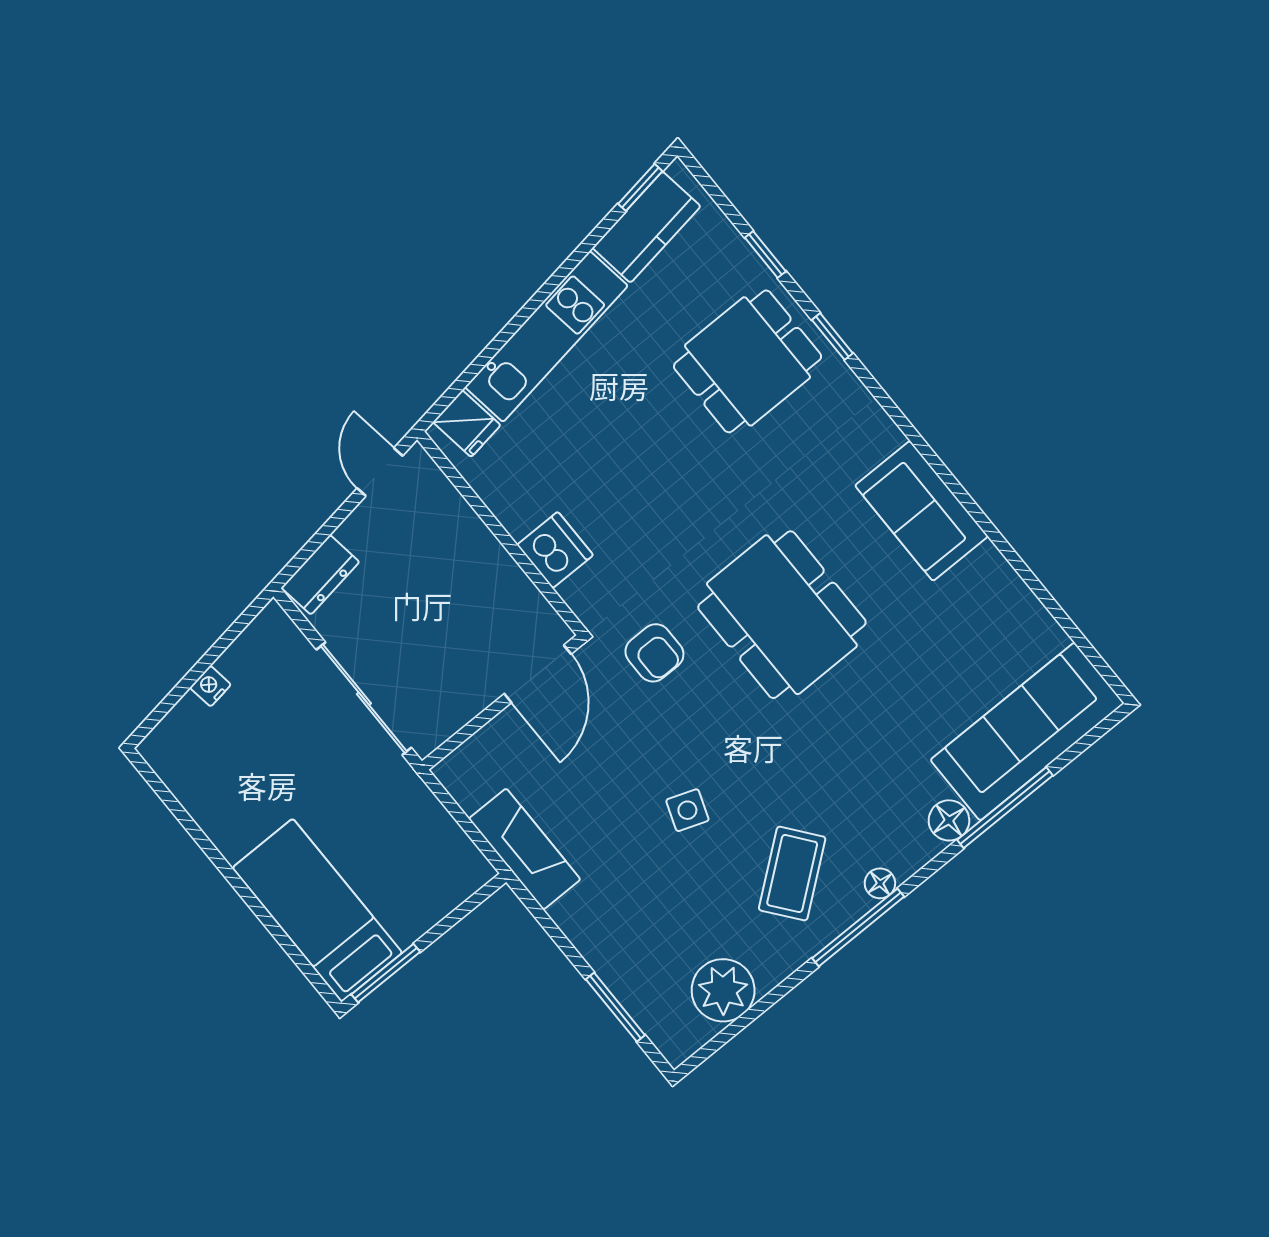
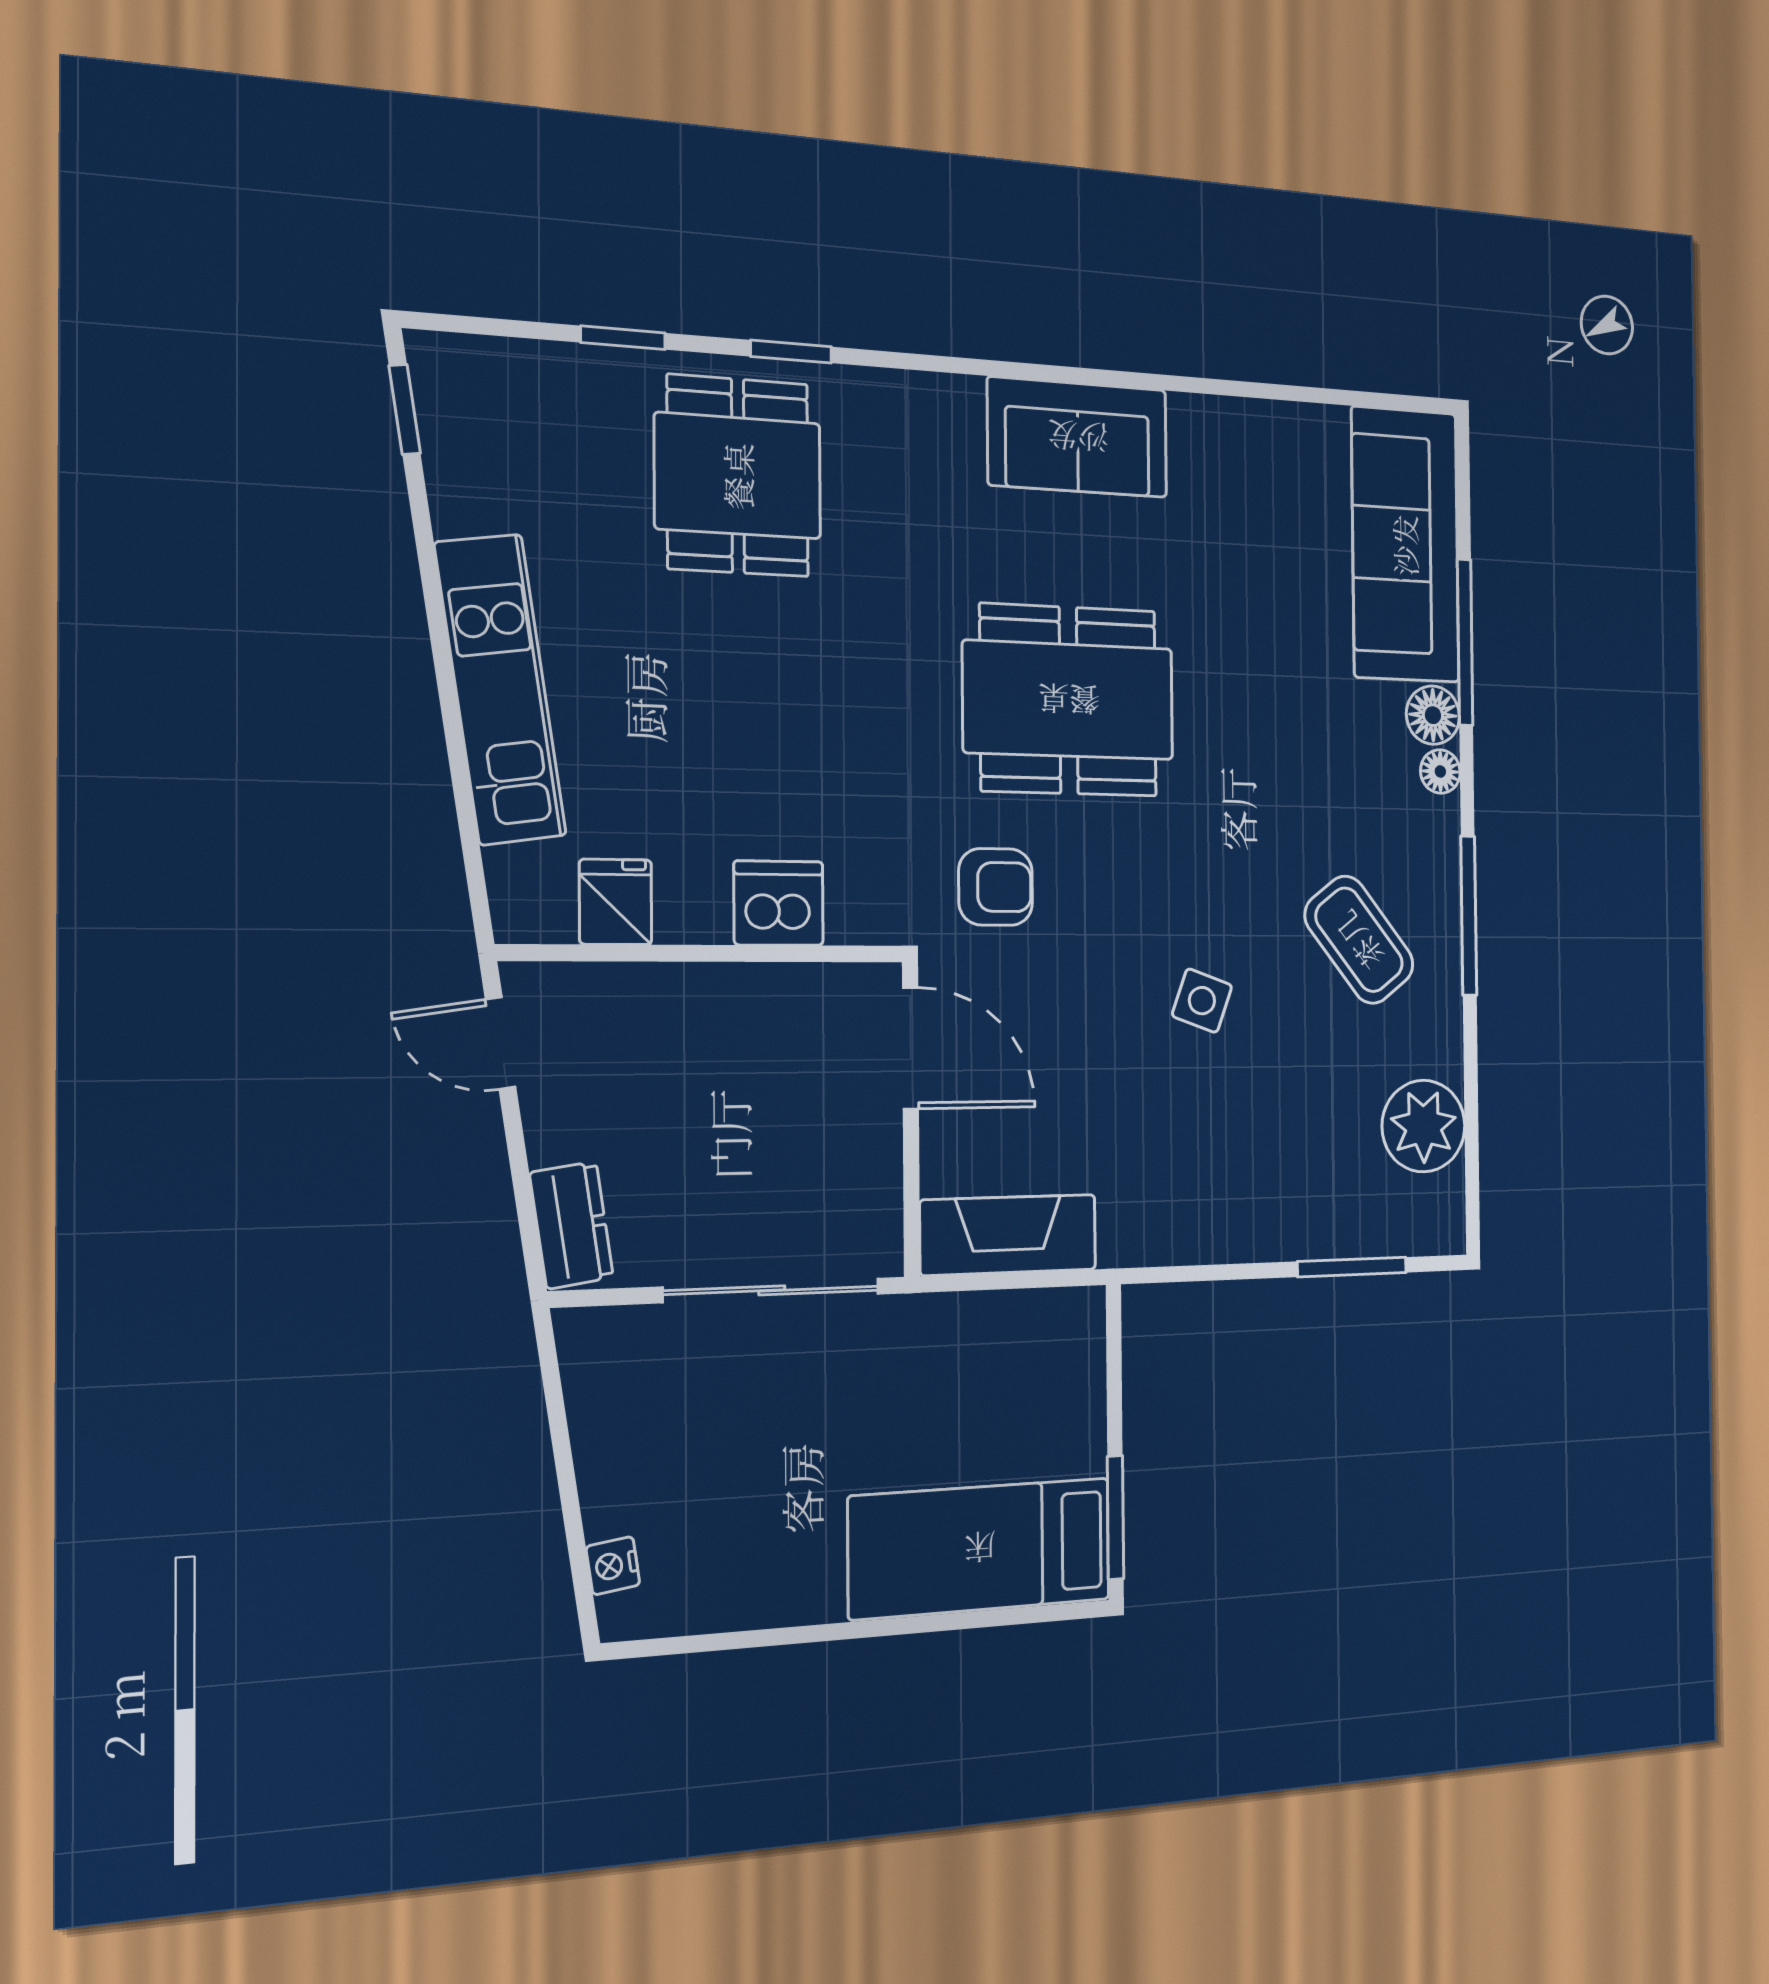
kitchen counter: (646, 227) -> (464, 447), removed
fridge: (467, 424) -> (615, 902), moved, turned -82
nightstand: (210, 686) -> (613, 1566), moved
fireplace: (525, 849) -> (1008, 1235), moved
floor lamp: (880, 883) -> (1440, 772), moved

